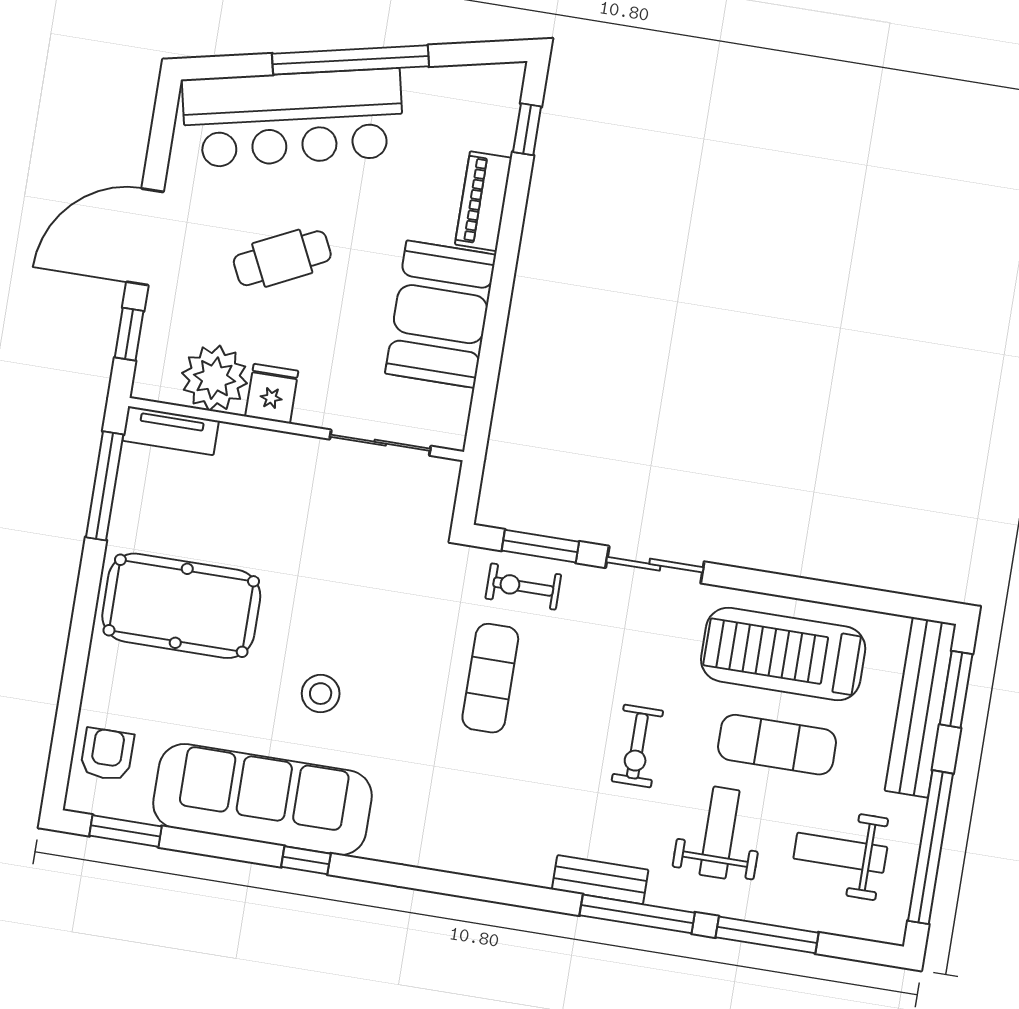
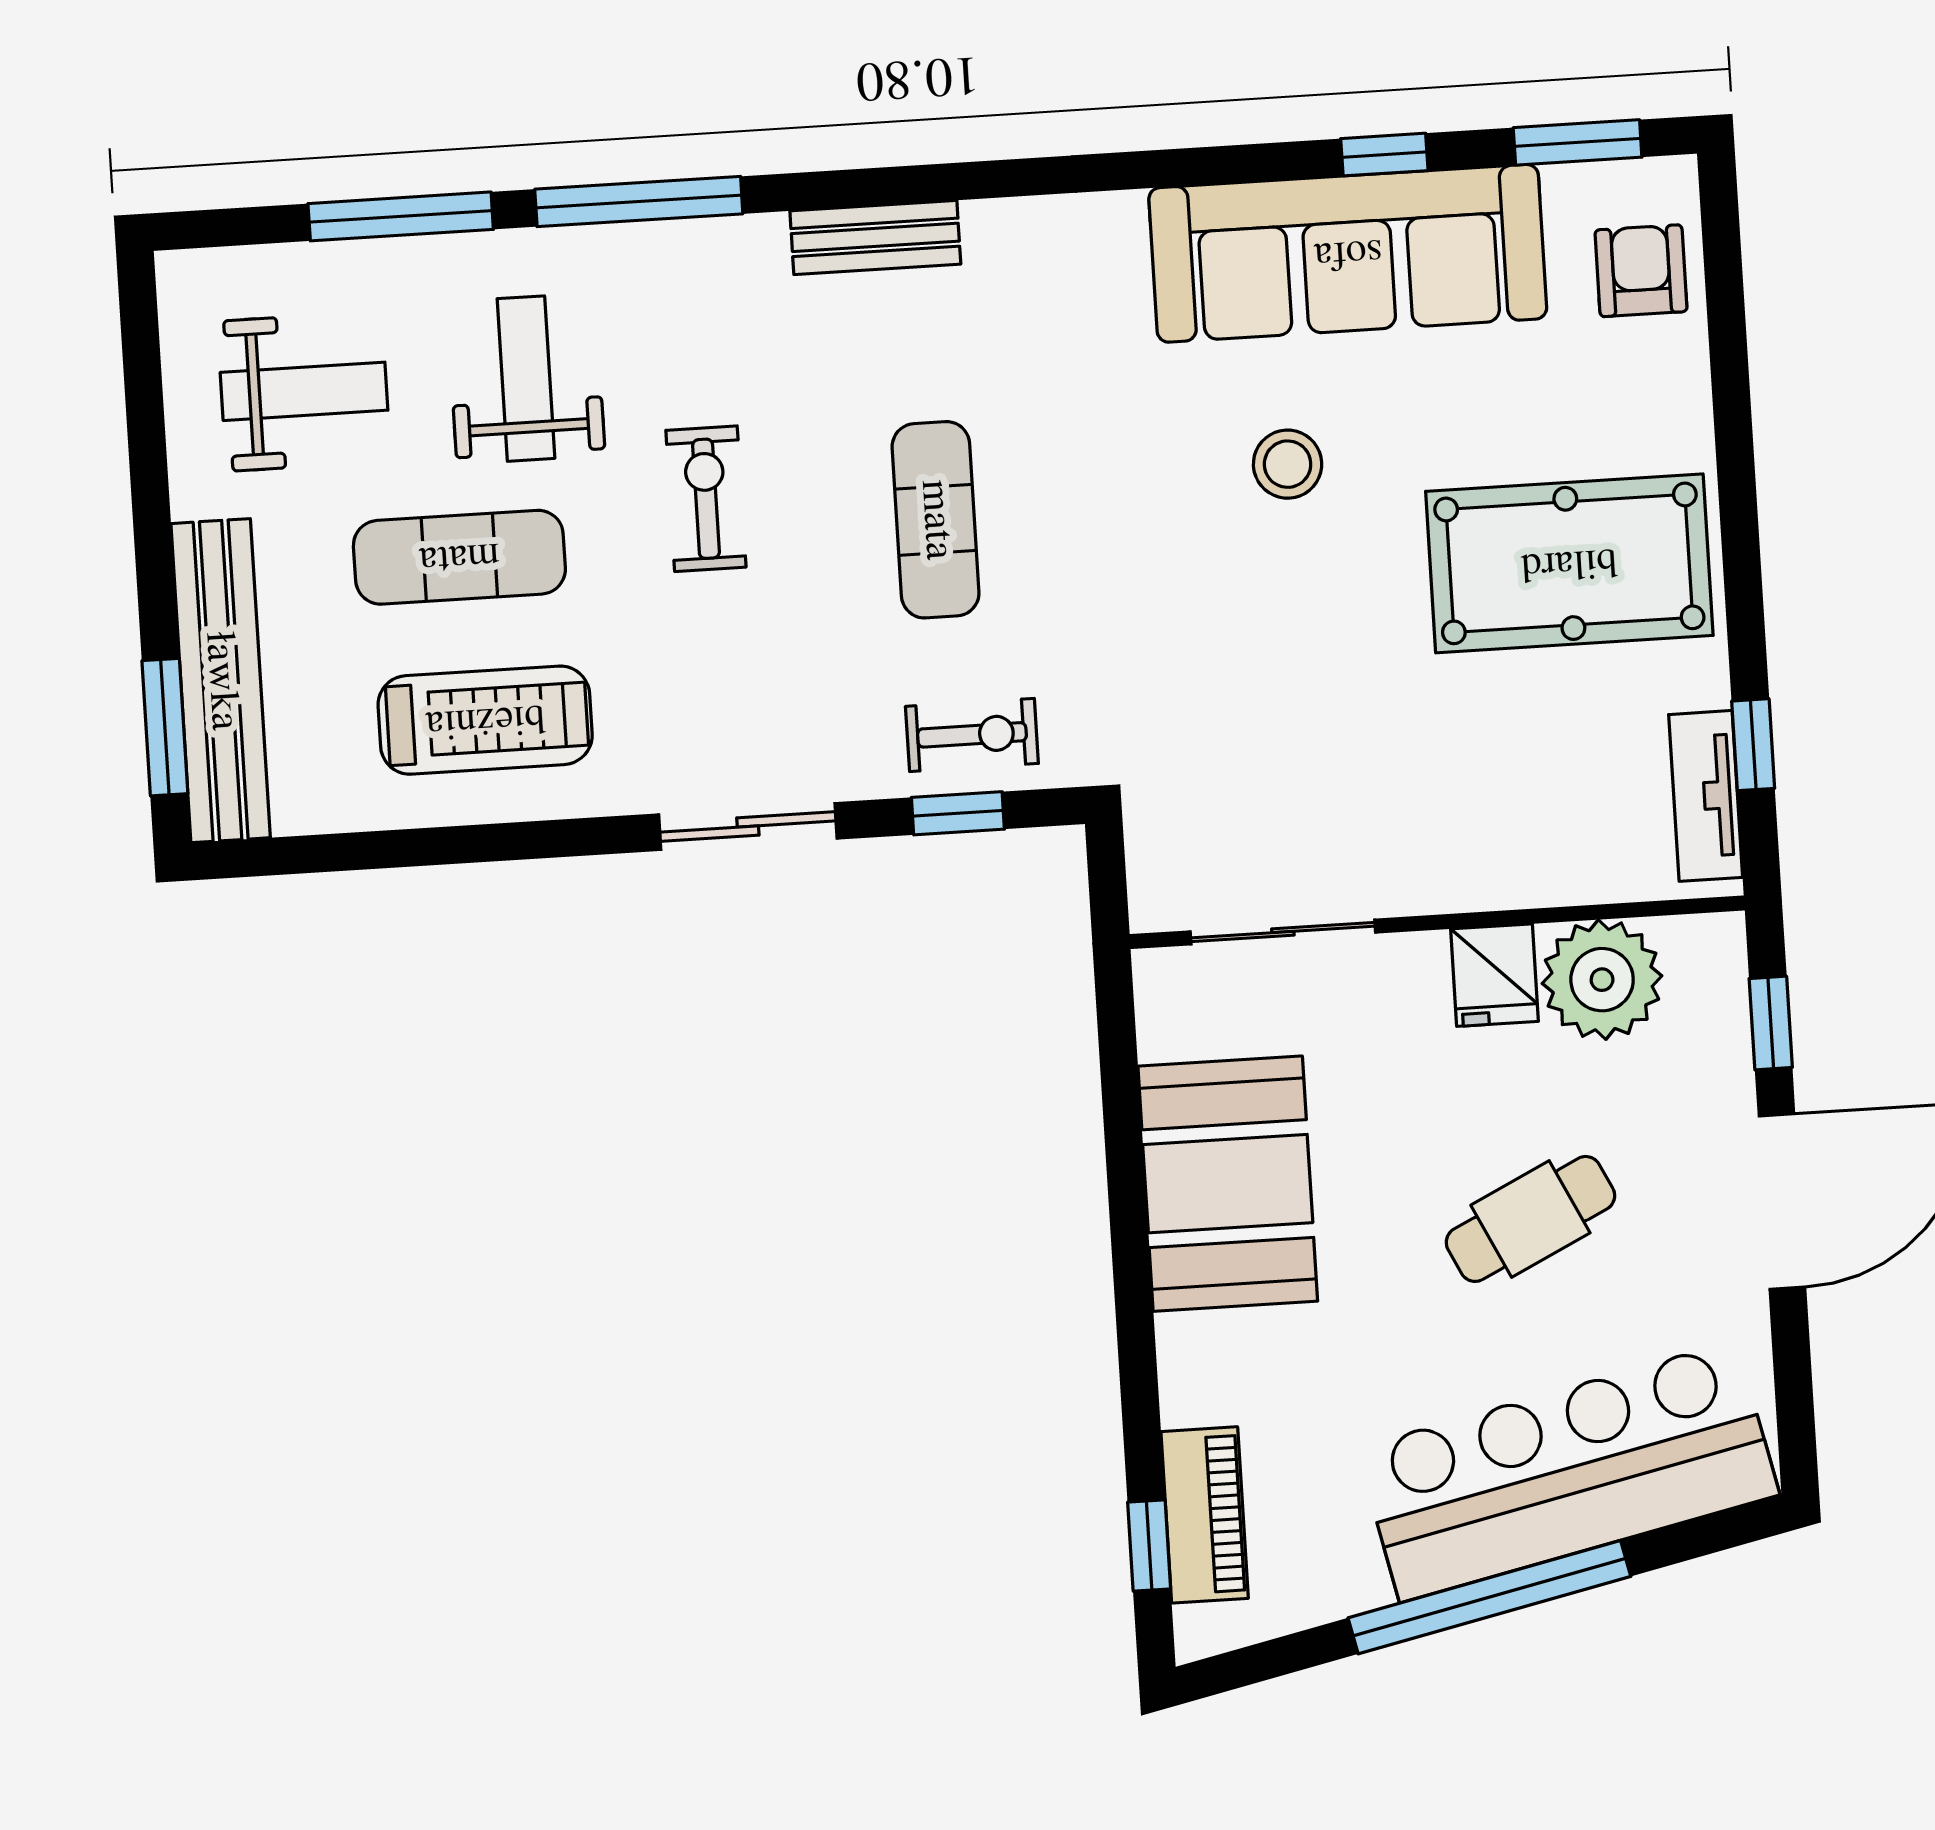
piano: (483, 201) -> (1205, 1515), moved
tv unit: (171, 431) -> (1706, 796), moved, turned -90
window: (105, 486) -> (1753, 745), width x0.46
window: (540, 546) -> (958, 813), width x0.67
treadmill: (783, 654) -> (485, 720), width x0.73, depth x0.73
exercise mat: (490, 678) -> (936, 520), moved
armchair: (107, 754) -> (1641, 271), turned 180
weight bench: (719, 833) -> (526, 379), turned 180
window: (931, 847) -> (147, 438), removed
window: (306, 860) -> (1384, 155), moved
bench: (600, 880) -> (875, 237), moved

